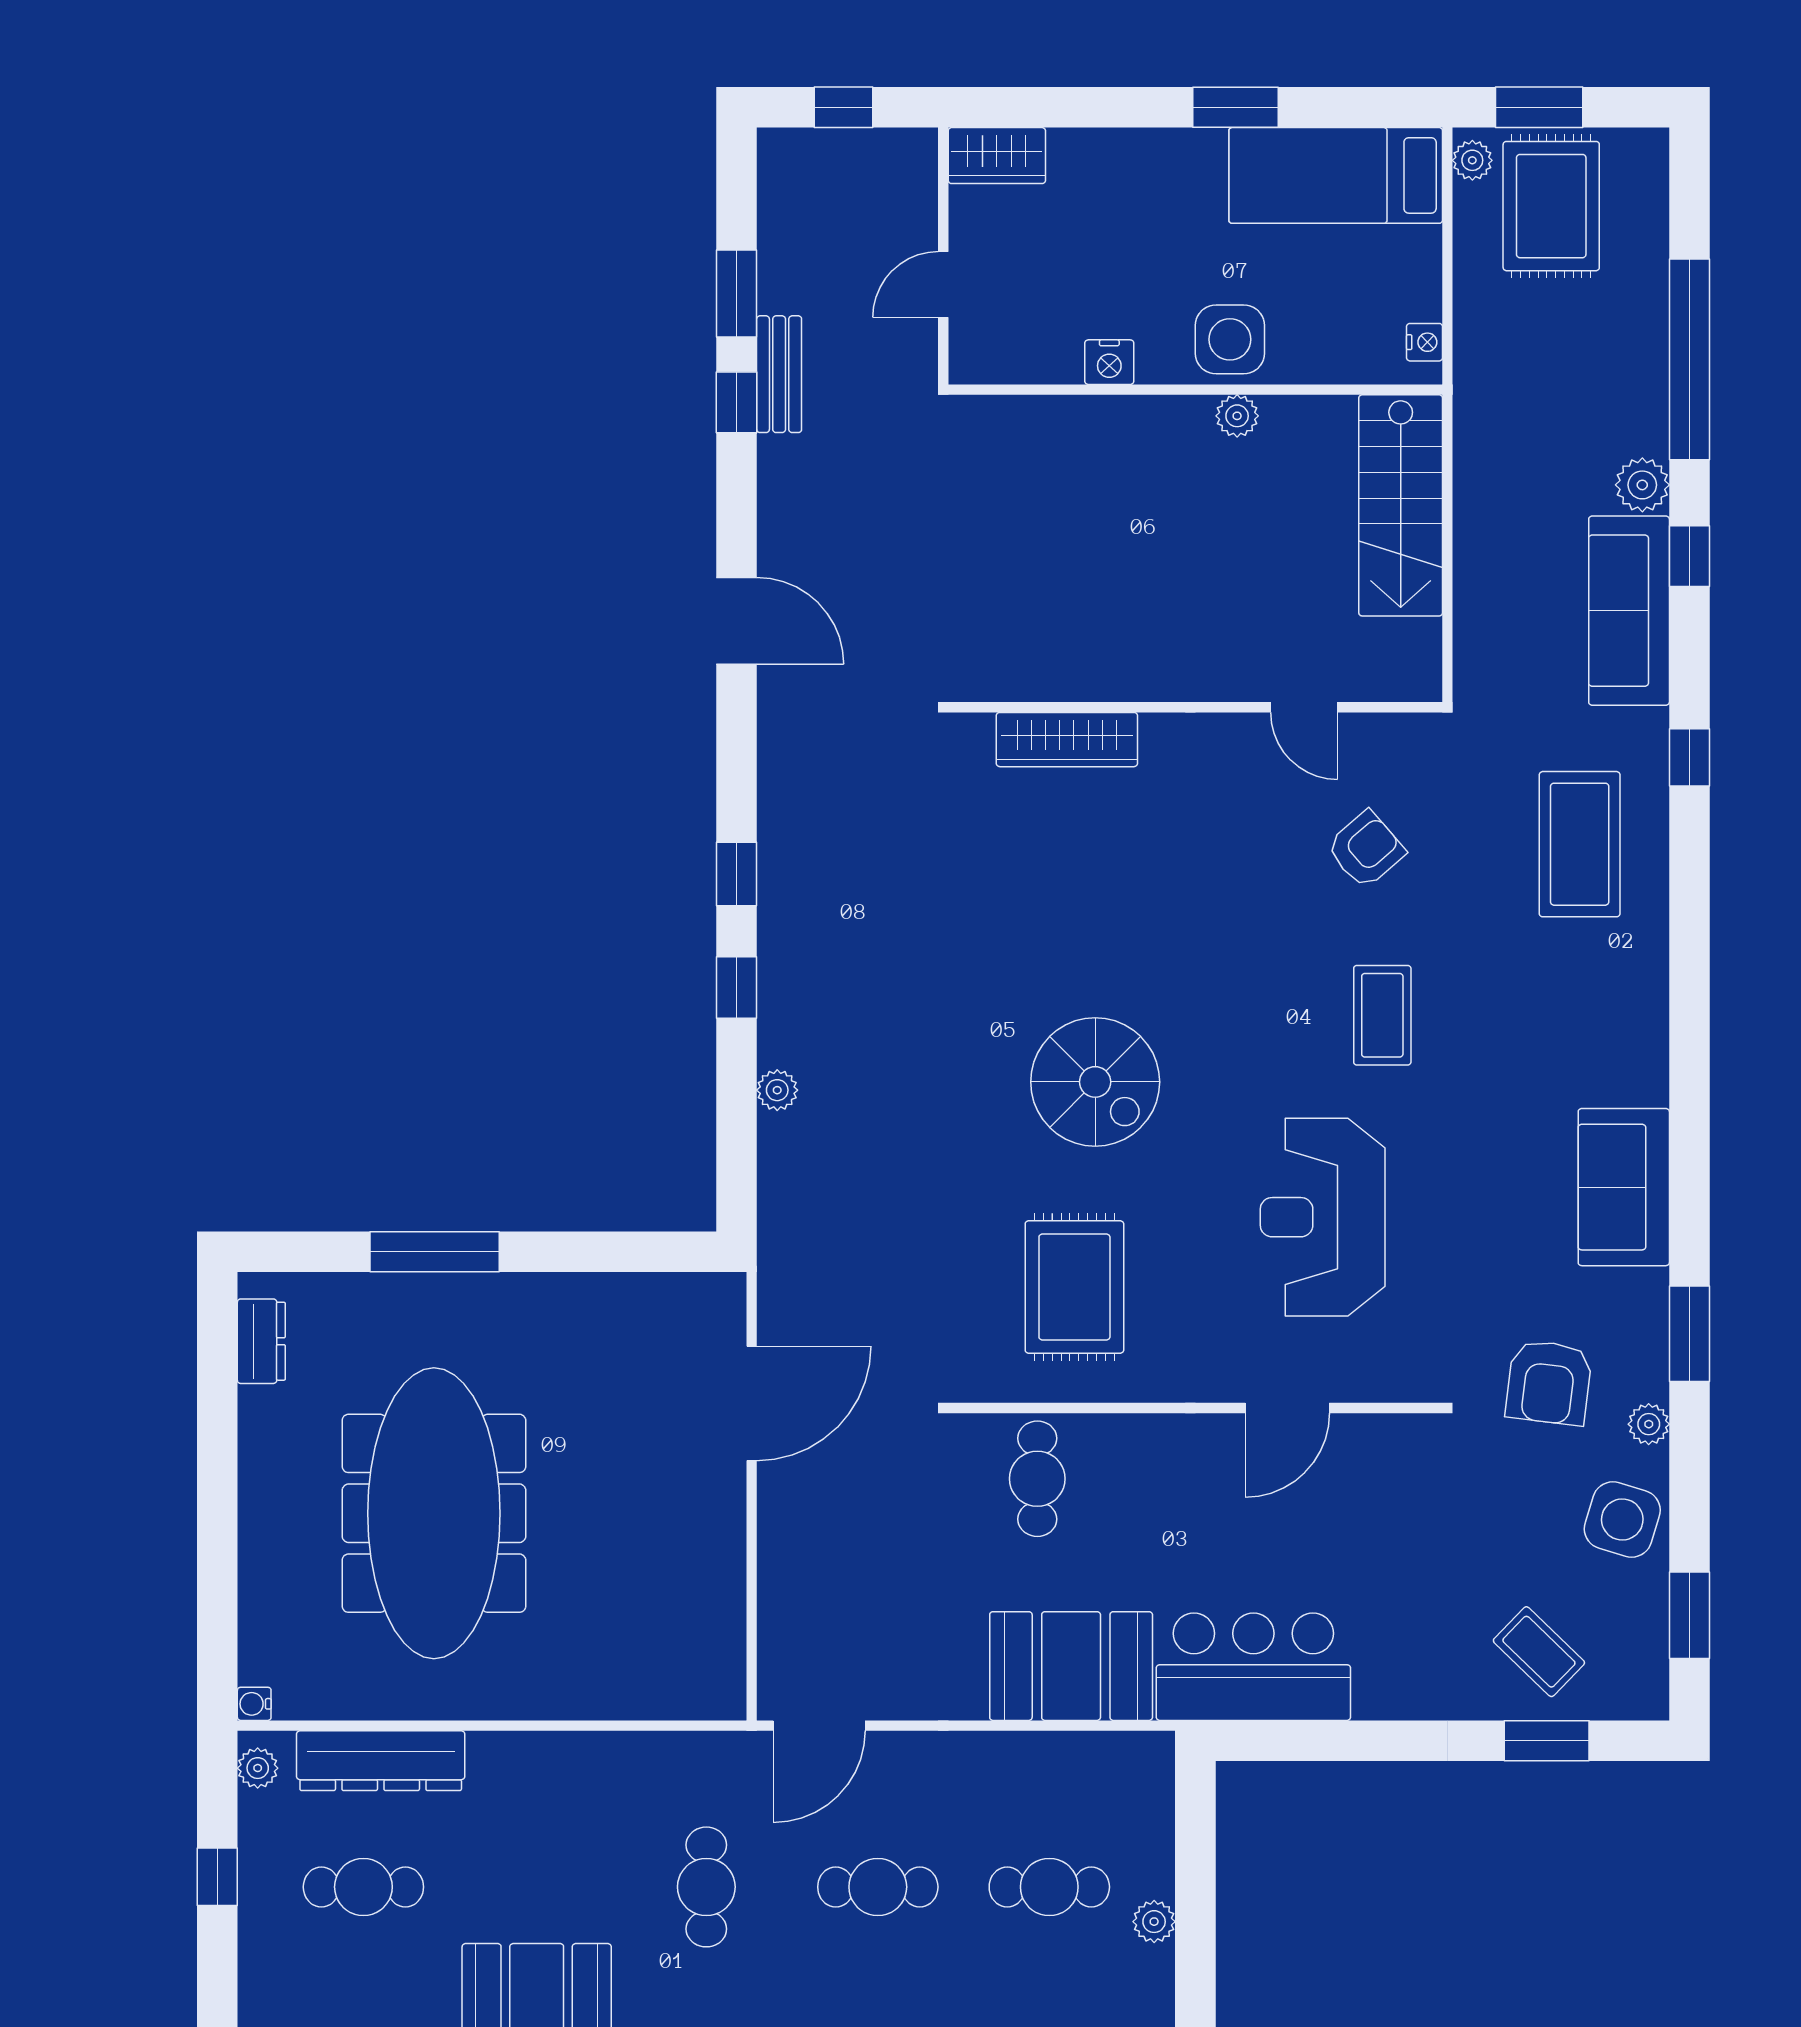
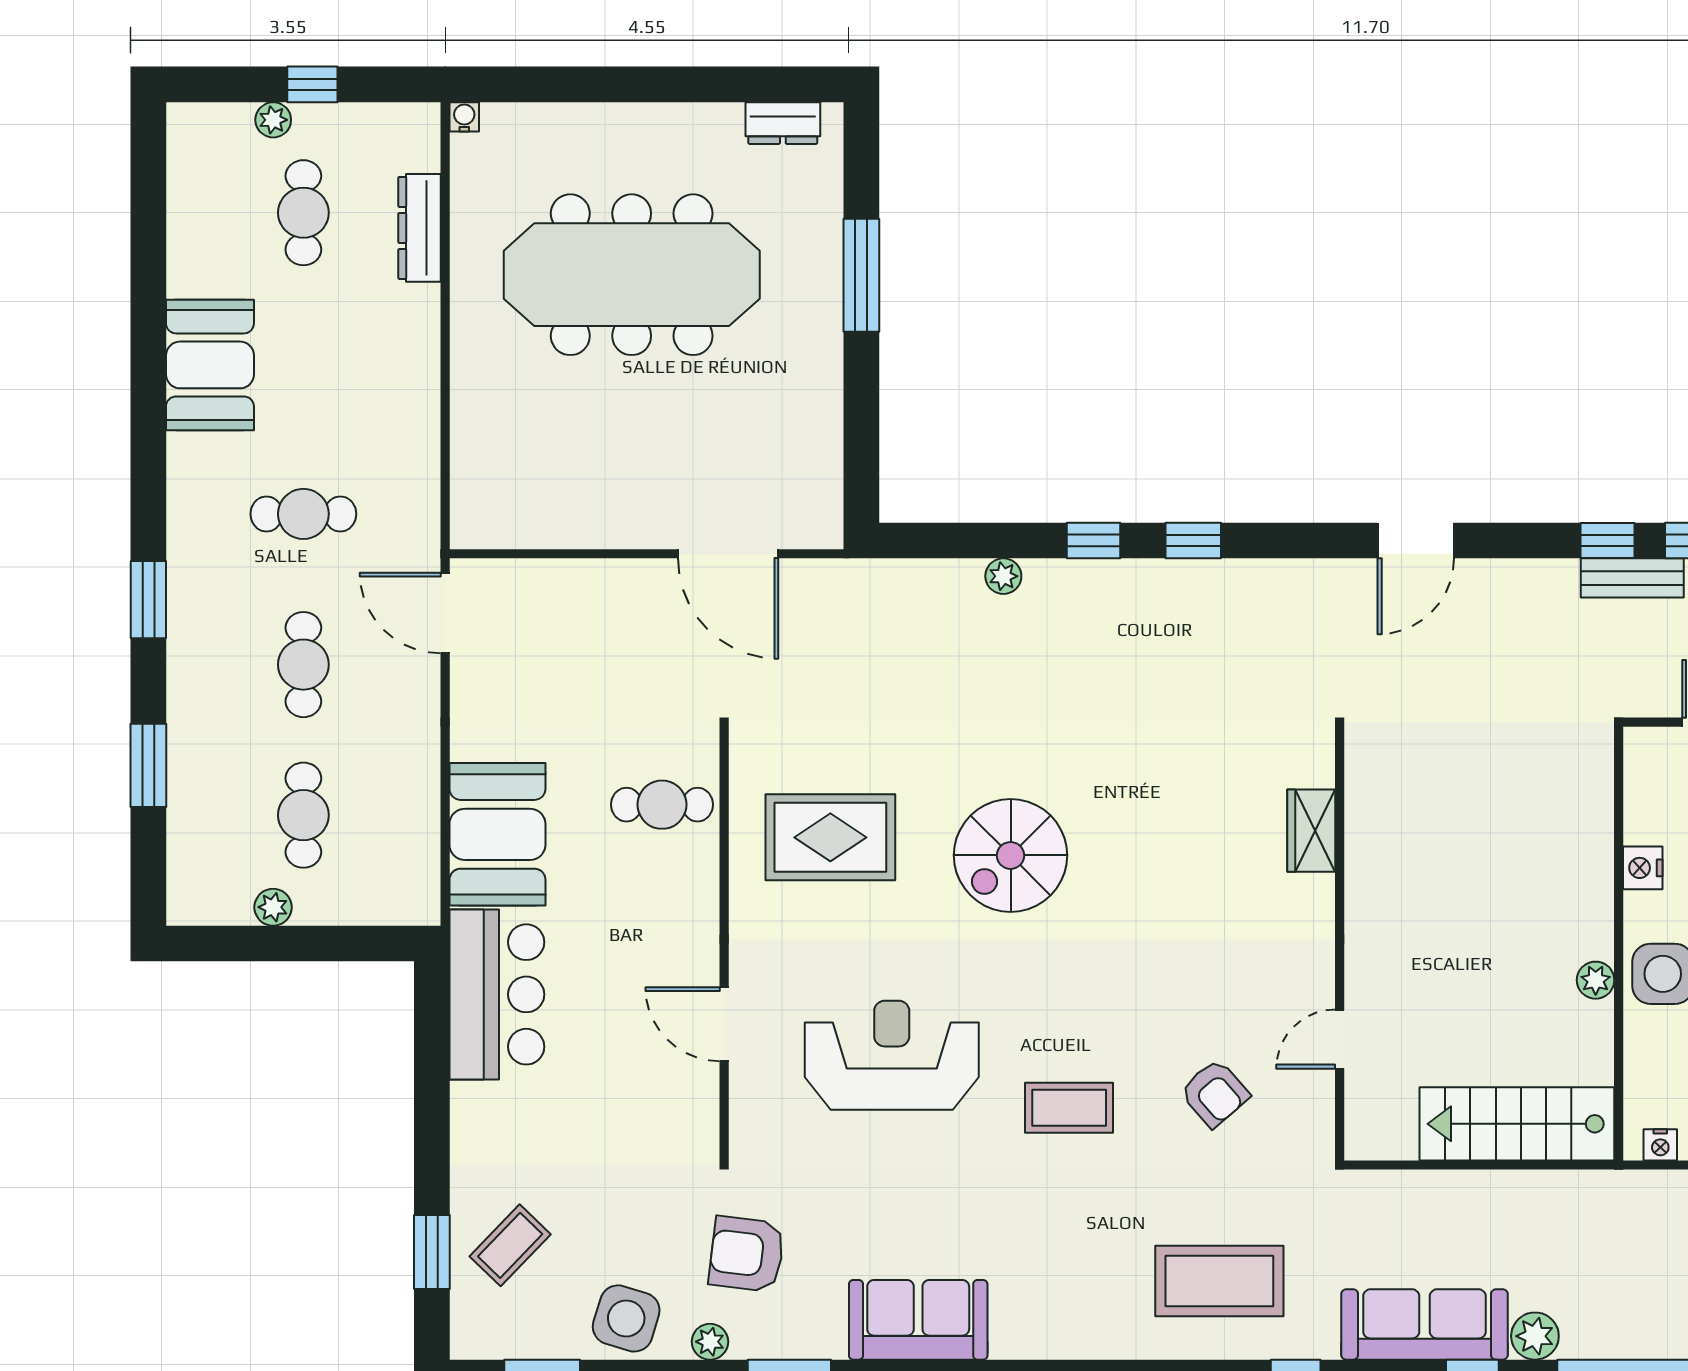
wardrobe: (1067, 740) -> (1311, 831), width x0.67
dresser: (381, 1761) -> (420, 228), width x0.73, depth x0.80
plant: (258, 1768) -> (273, 120), moved

